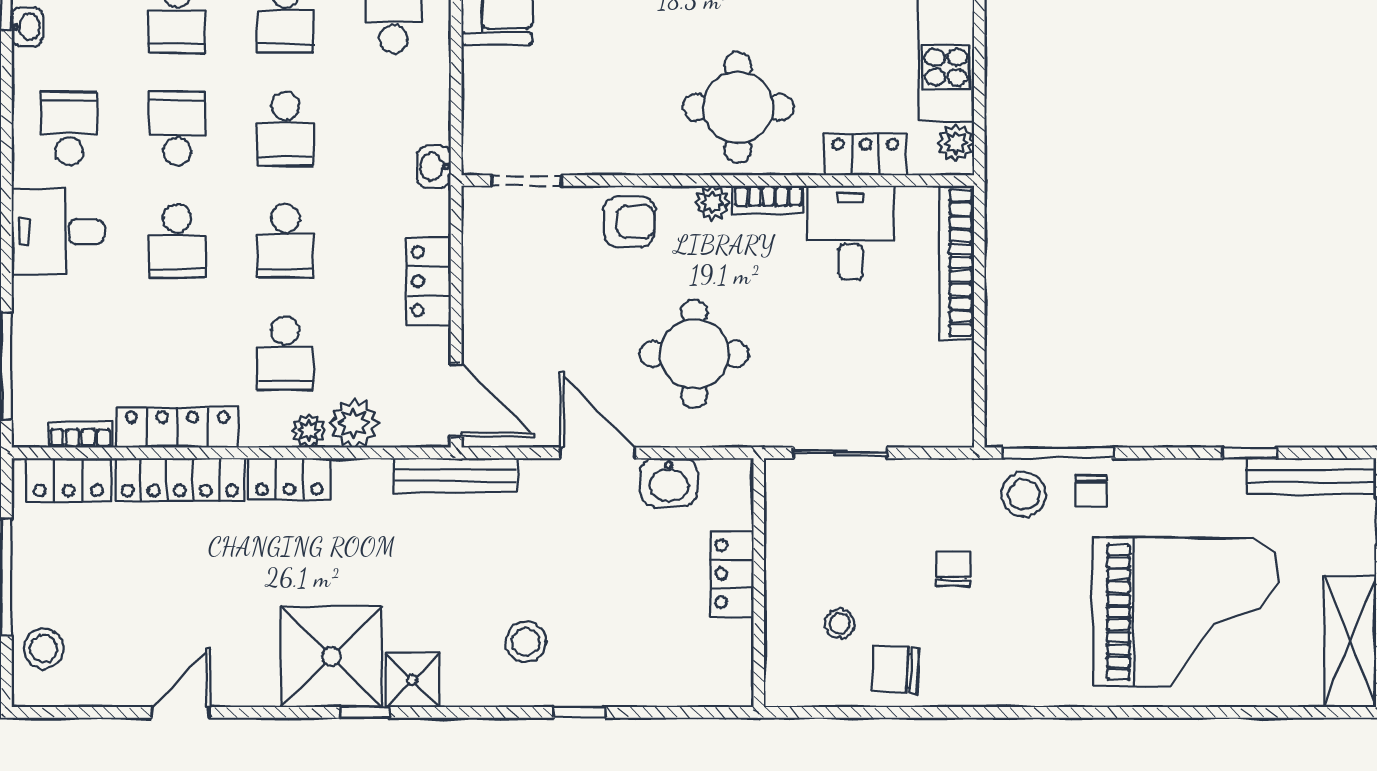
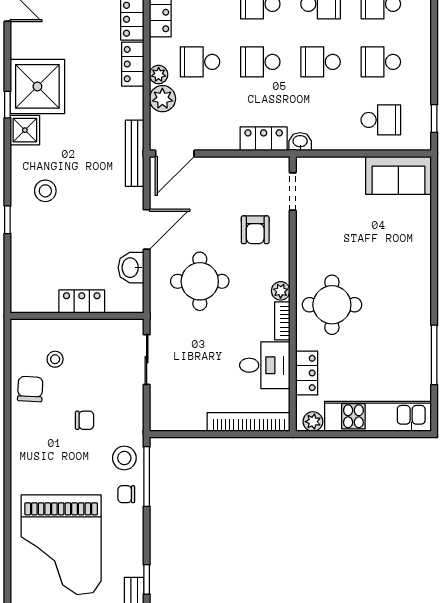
armchair: (629, 222) -> (255, 230), moved
locker: (429, 281) -> (264, 139), moved

